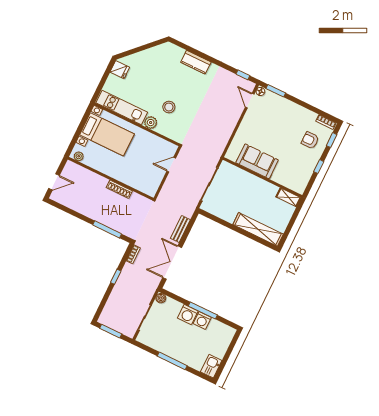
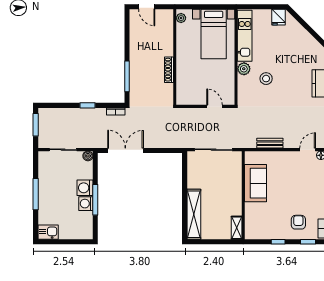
bench: (180, 229) -> (270, 143), moved

